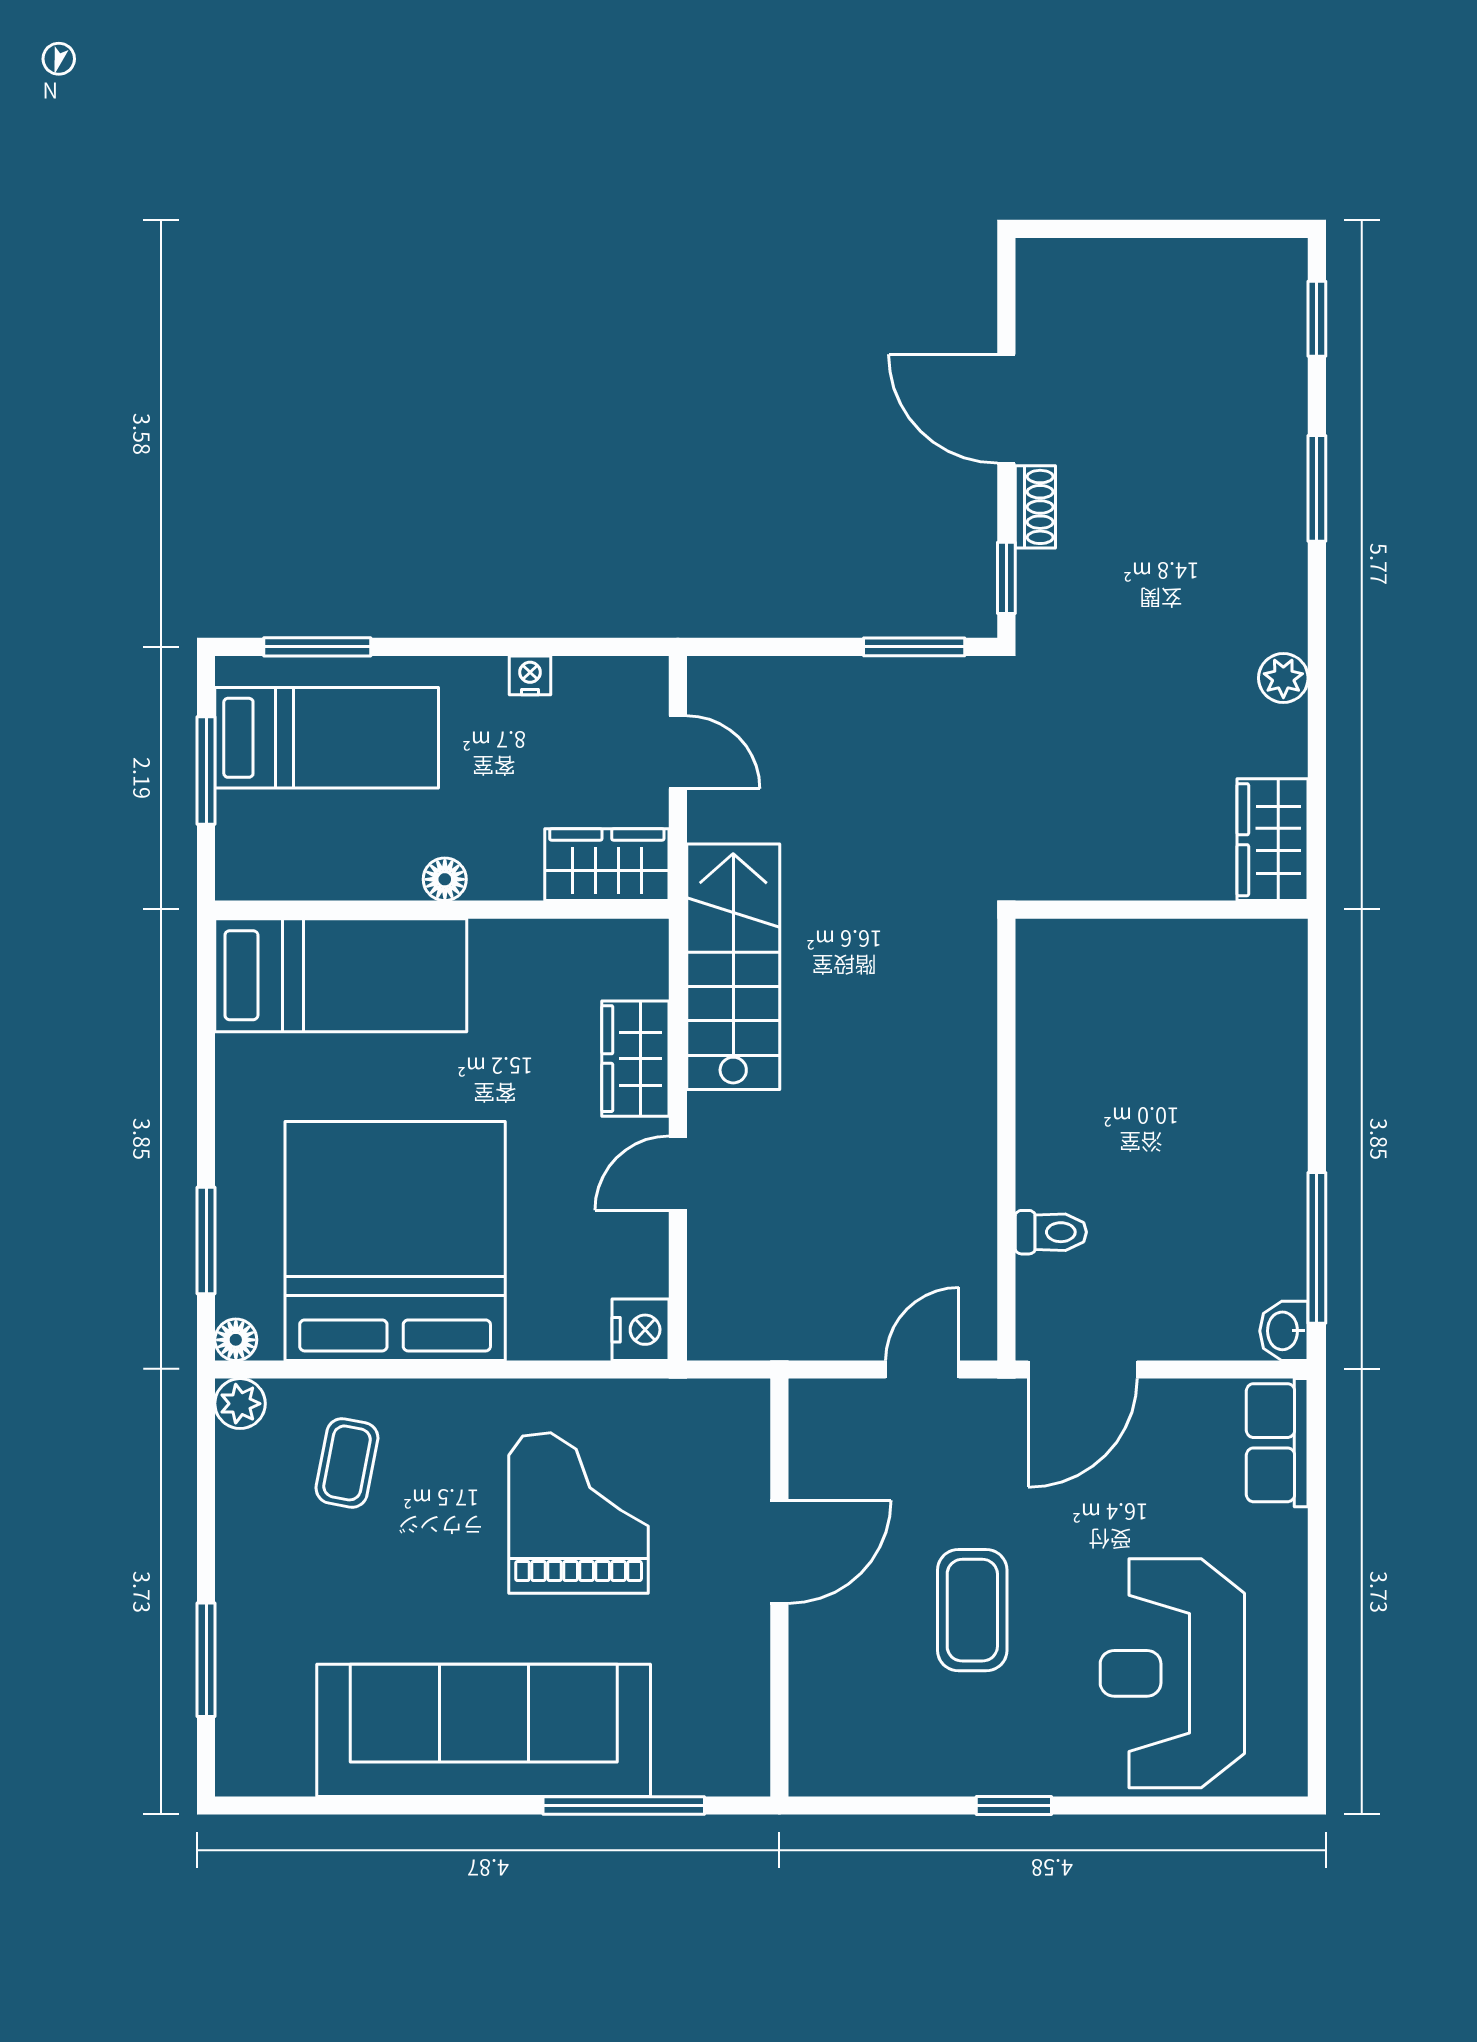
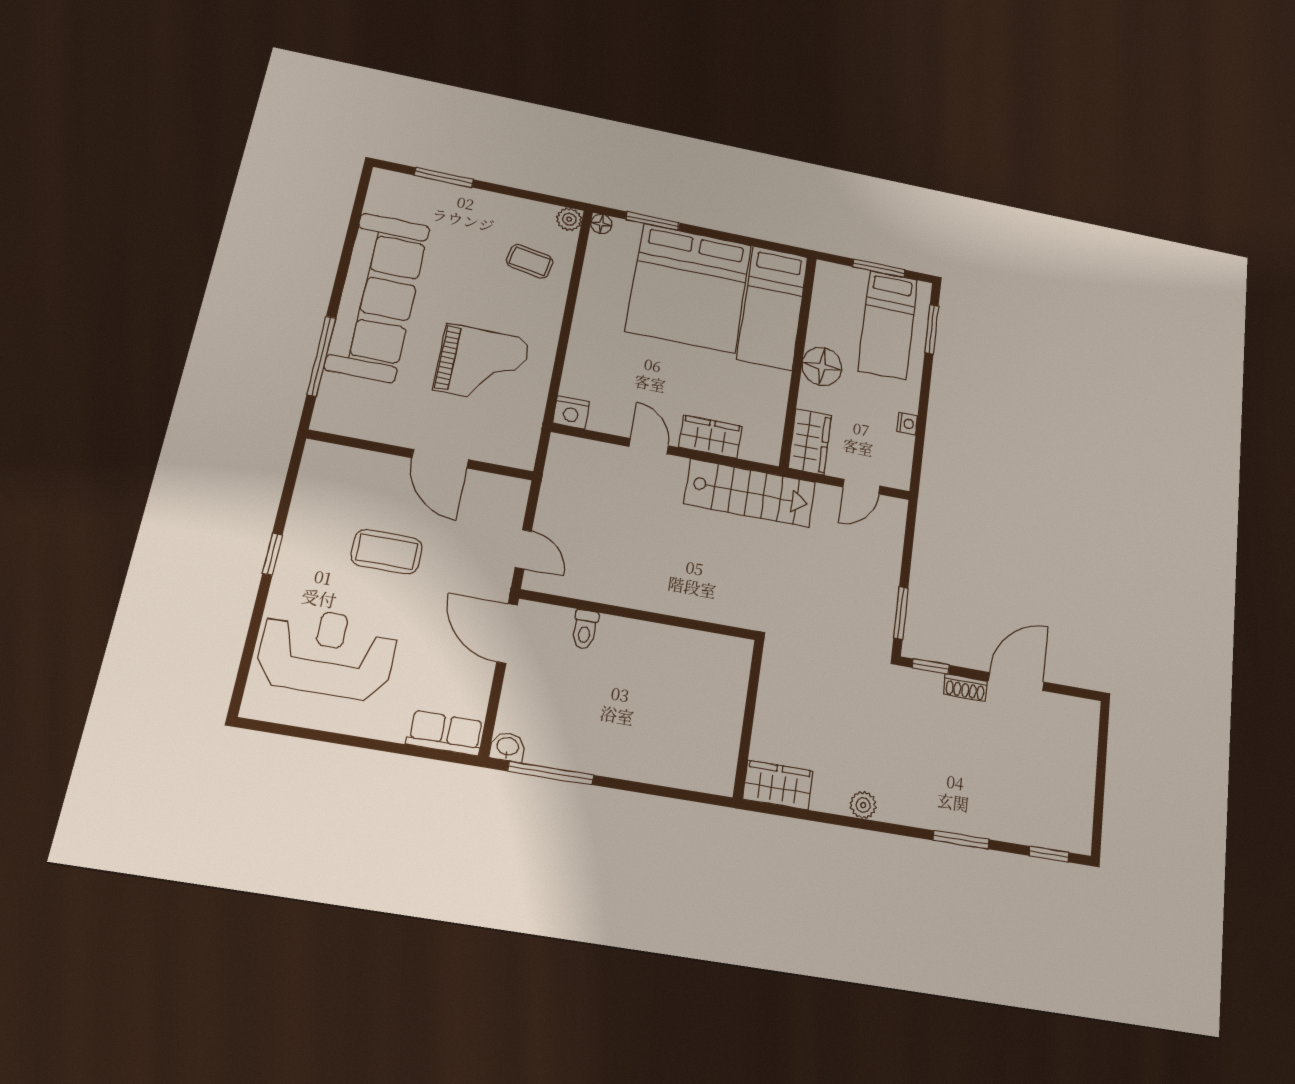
floor lamp: (445, 879) -> (822, 366), width x1.89, depth x1.89
bed: (395, 1241) -> (689, 288), moved, turned 90

